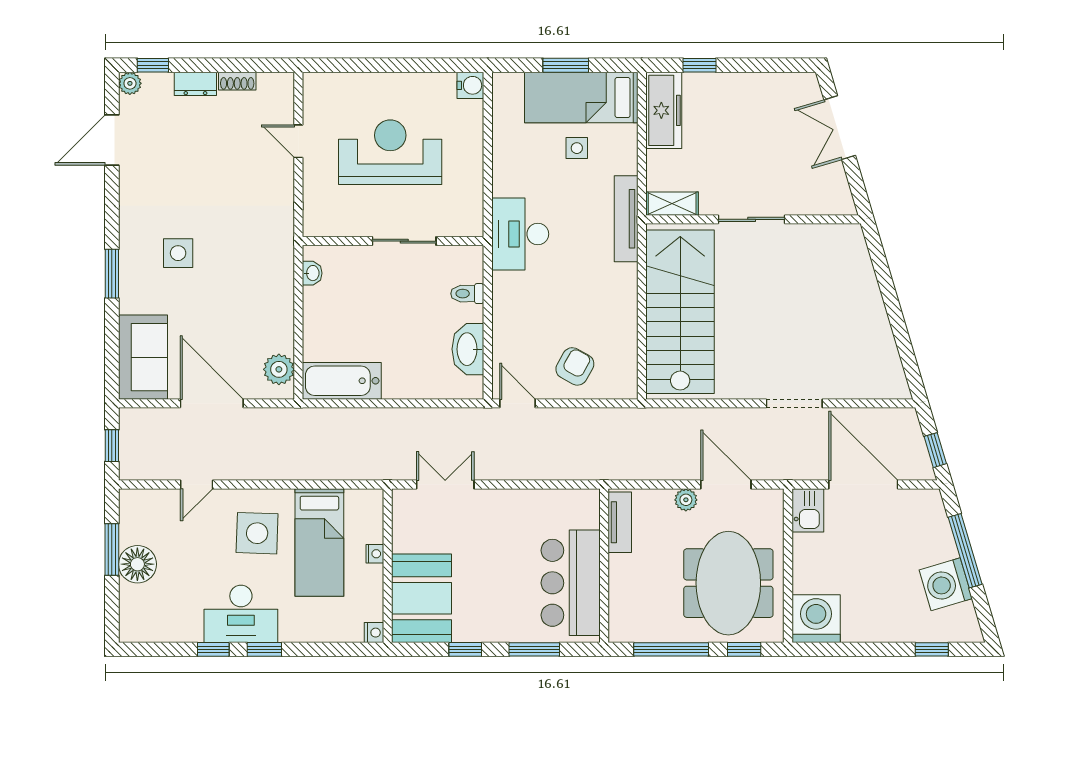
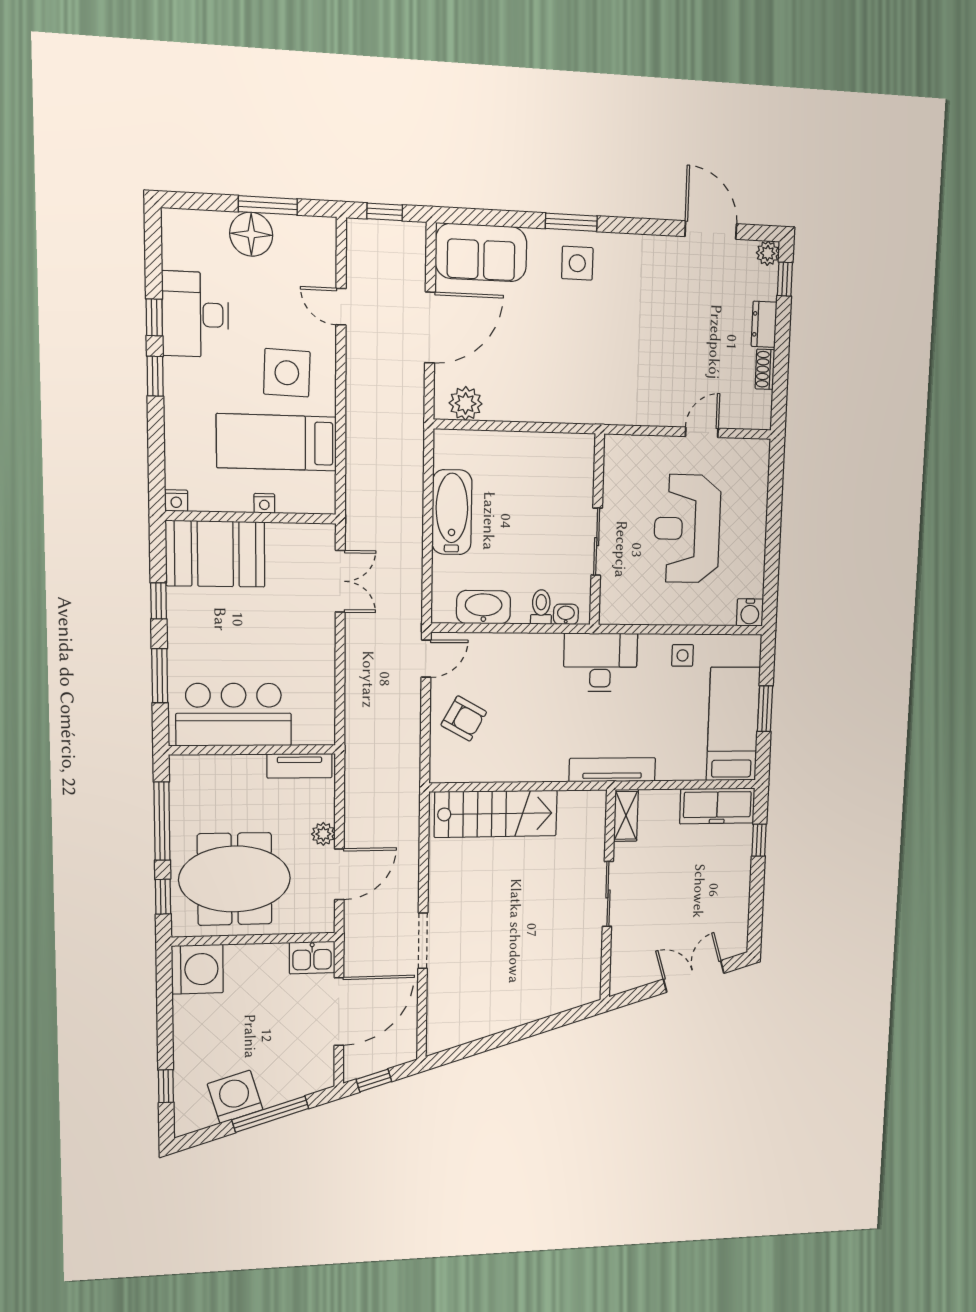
side table: (577, 148) -> (683, 655), moved
reception desk: (390, 152) -> (687, 529), turned 180
side table: (178, 253) -> (577, 263), moved
washbasin: (312, 273) -> (566, 614), moved, turned 180
stairs: (680, 312) -> (496, 814), width x0.73, depth x0.66
bathtub: (342, 381) -> (452, 512), moved
desk: (241, 614) -> (195, 314), moved

